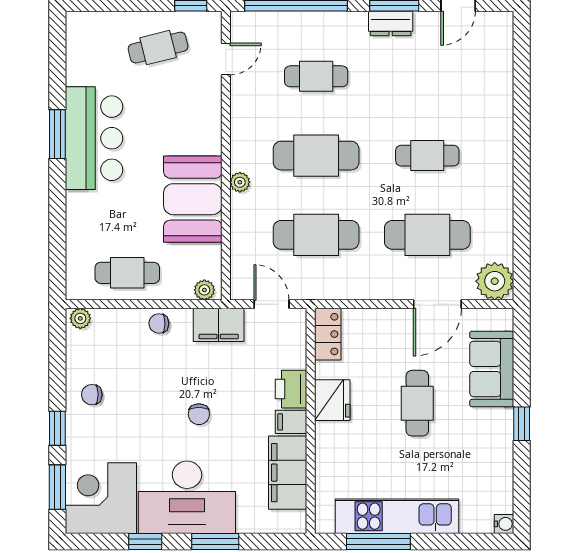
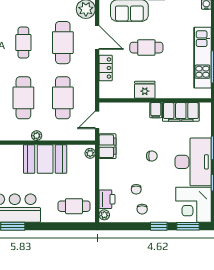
cafe table: (127, 273) -> (74, 206), moved, turned 90
chair: (159, 323) -> (136, 189), moved
locker: (328, 334) -> (106, 68), moved, turned 90
printer: (291, 389) -> (107, 199), moved, turned -90

